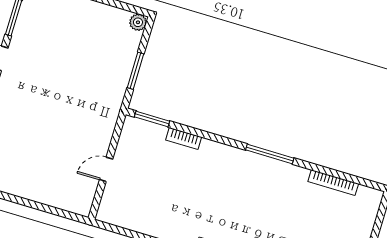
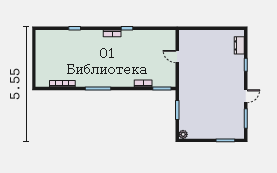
door: (106, 169) -> (177, 57), swing flipped

